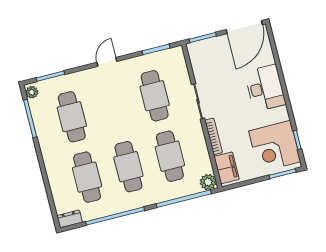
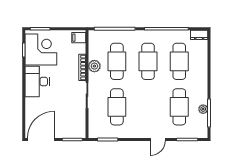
door: (107, 62) -> (158, 139), moved
desk: (265, 88) -> (37, 82), moved
plant: (32, 92) -> (203, 109), moved
filing cabinet: (227, 168) -> (79, 38), width x0.50
plant: (208, 182) -> (94, 66), moved

